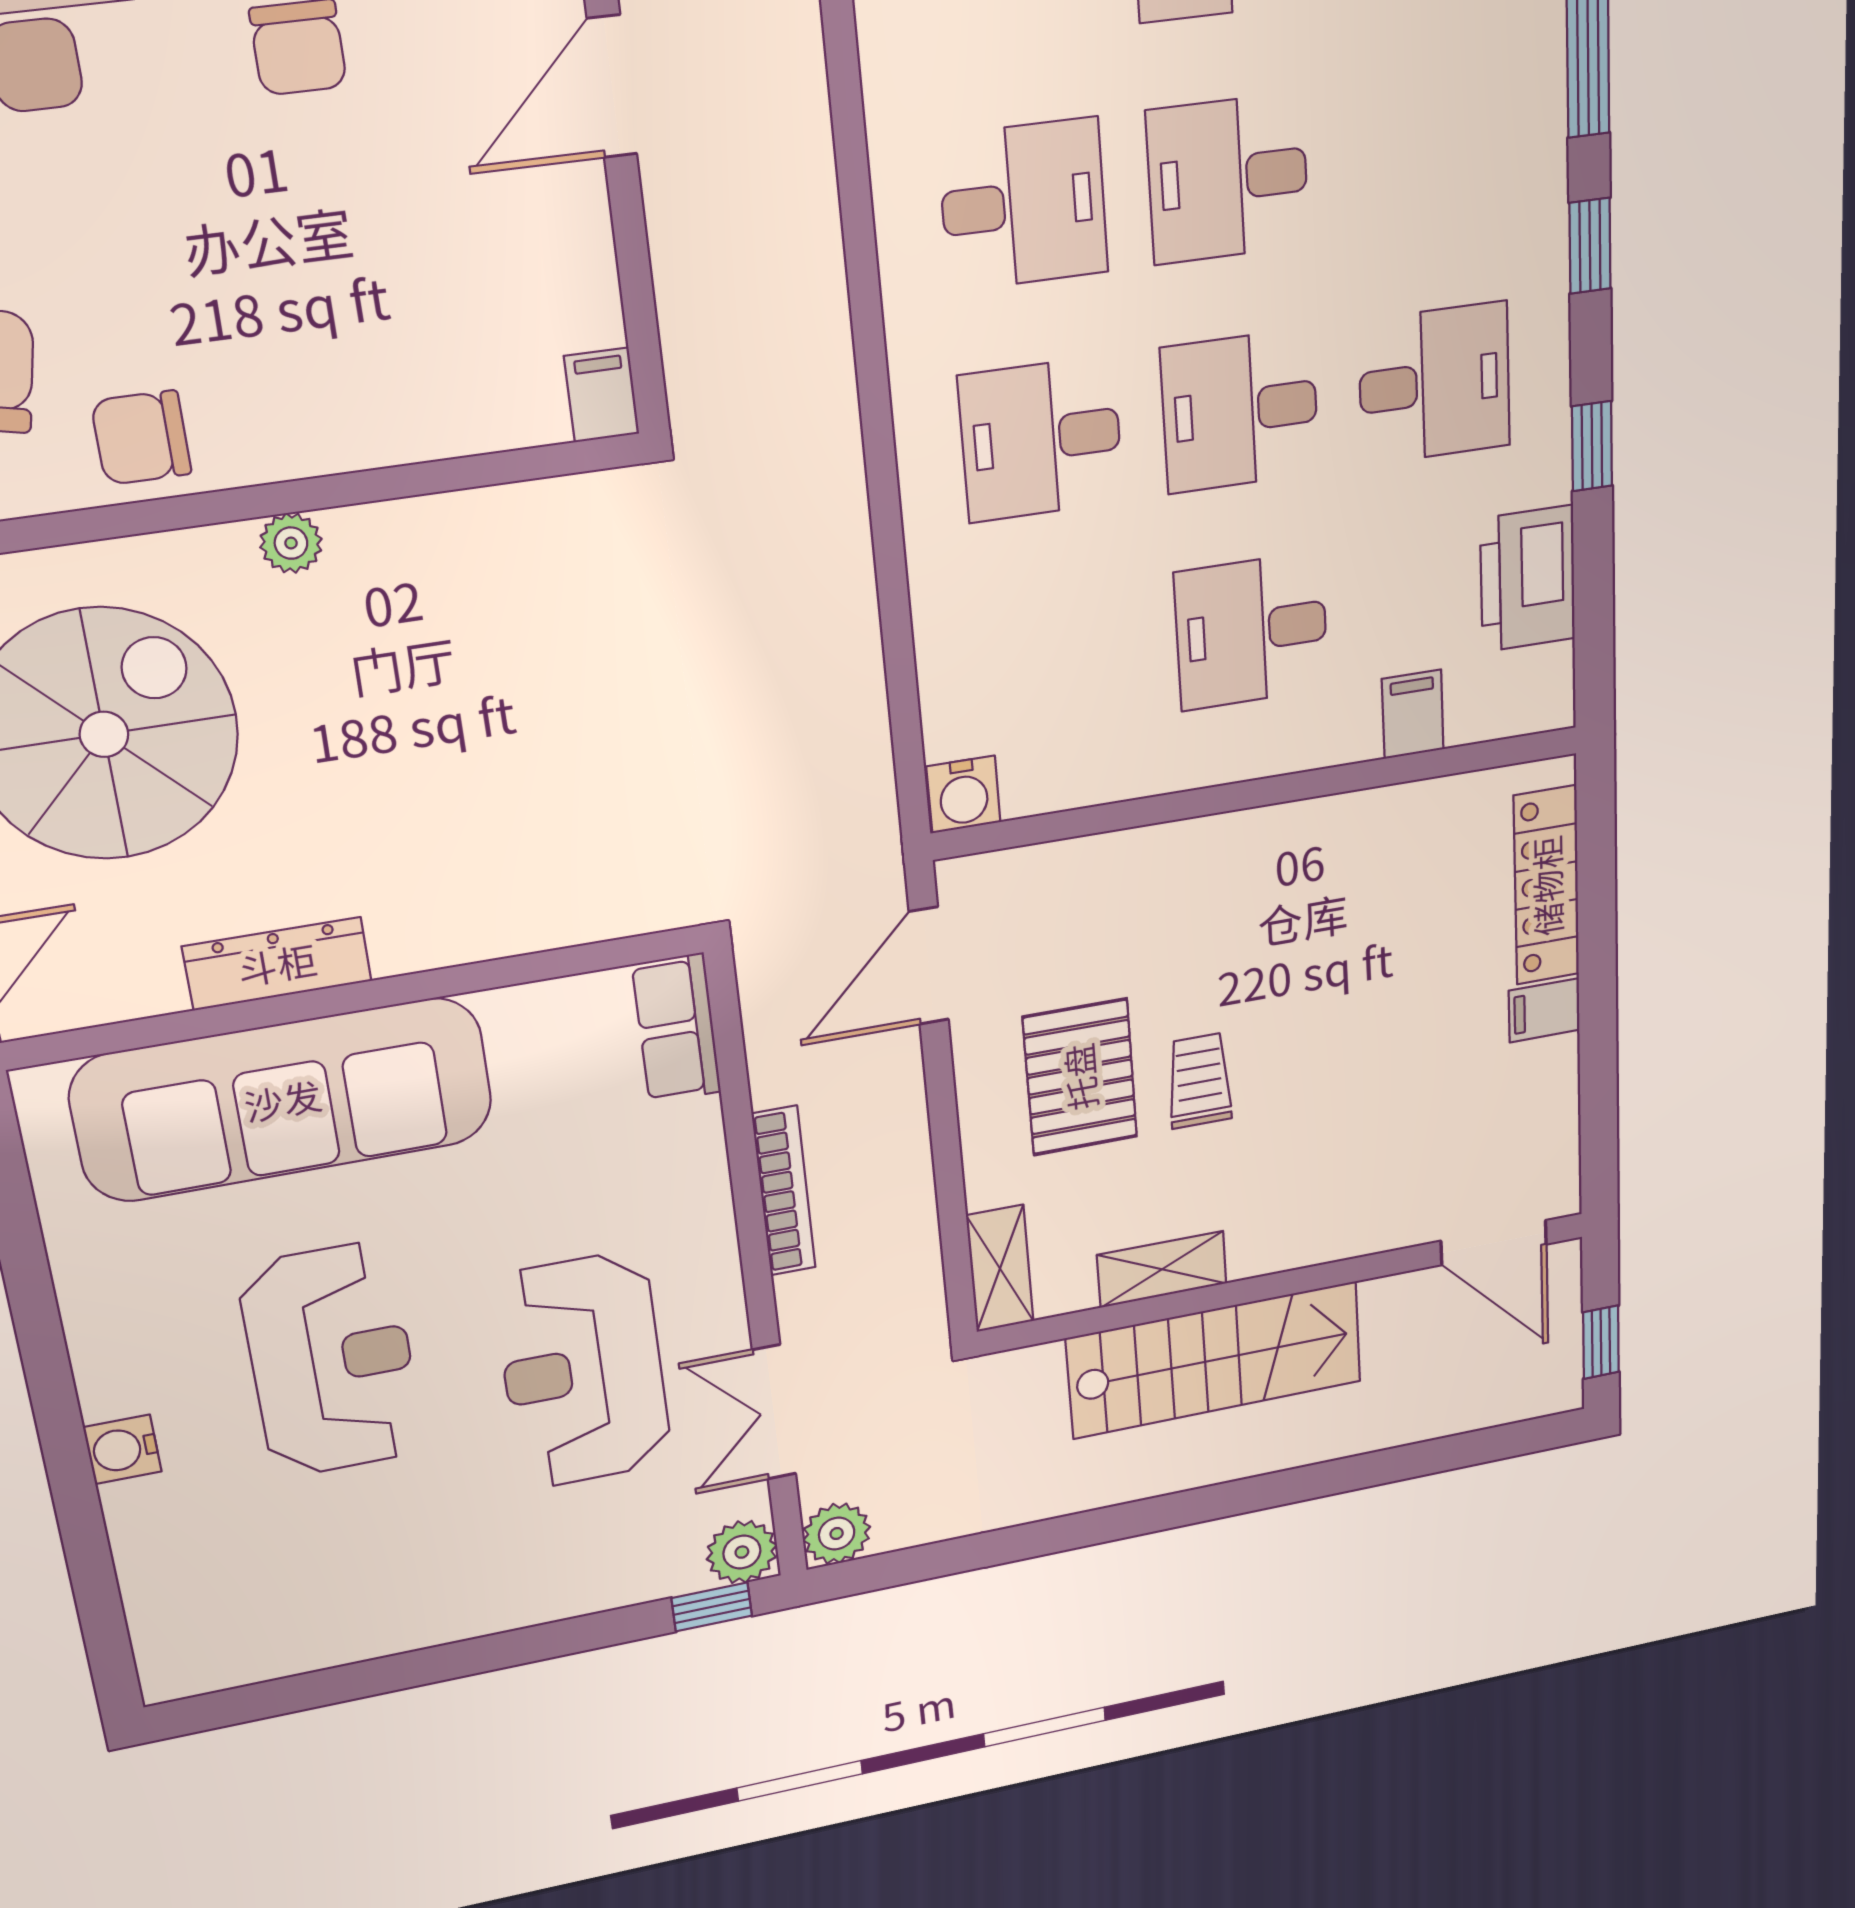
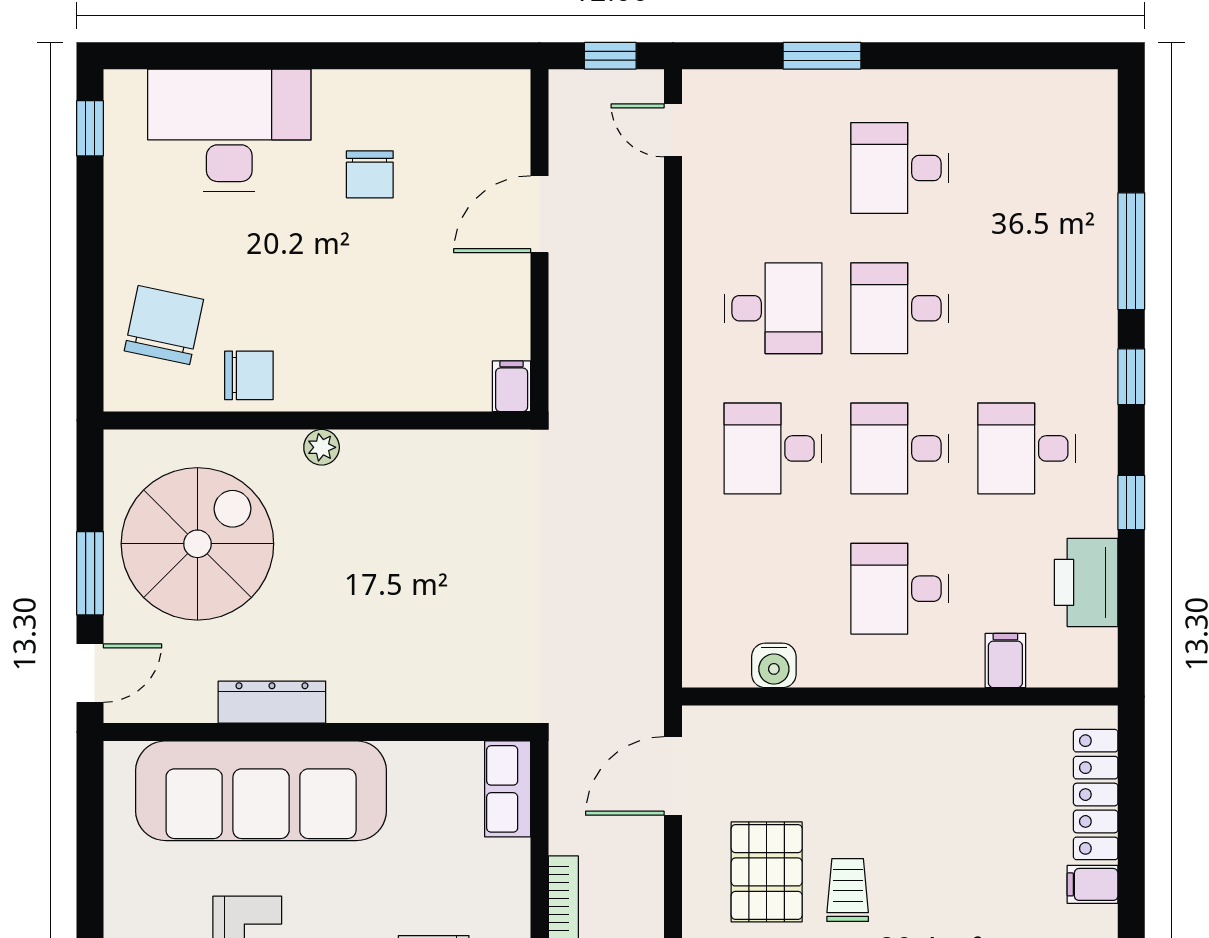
desk: (1435, 383) -> (1027, 448), turned 180
chair: (141, 438) -> (249, 375), turned 180
water cooler: (964, 794) -> (774, 665), moved

